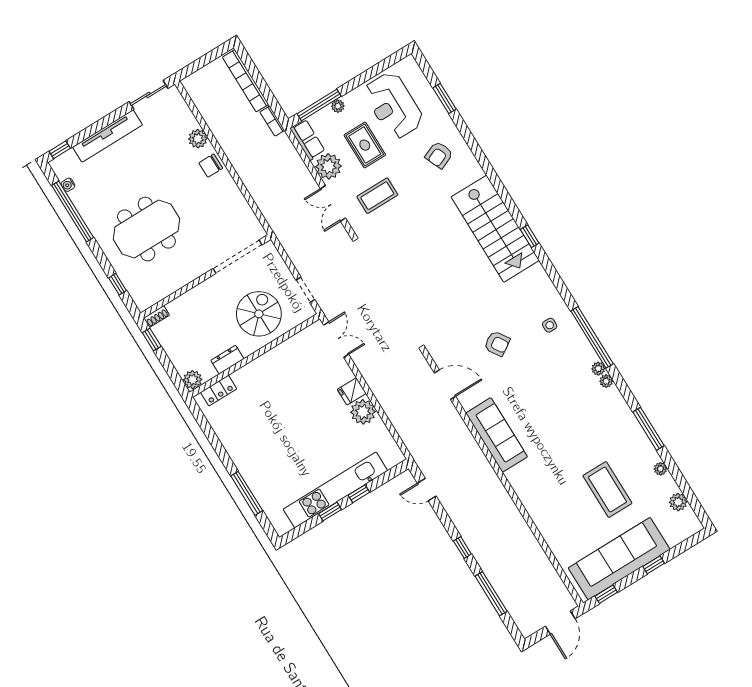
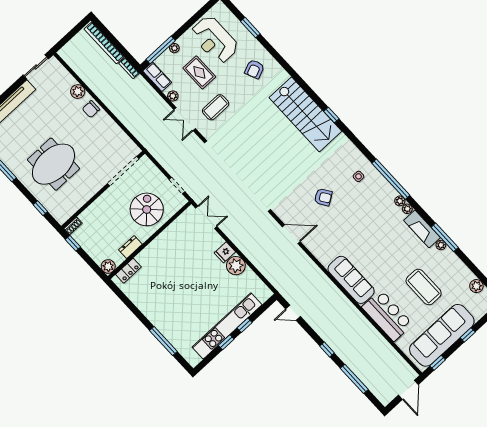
plant: (328, 166) -> (173, 96), width x0.53, depth x0.53
fireplace: (620, 412) -> (422, 229), added
sofa: (497, 435) -> (351, 280), moved
plant: (660, 469) -> (441, 245), moved
bar counter: (552, 518) -> (387, 316), added

